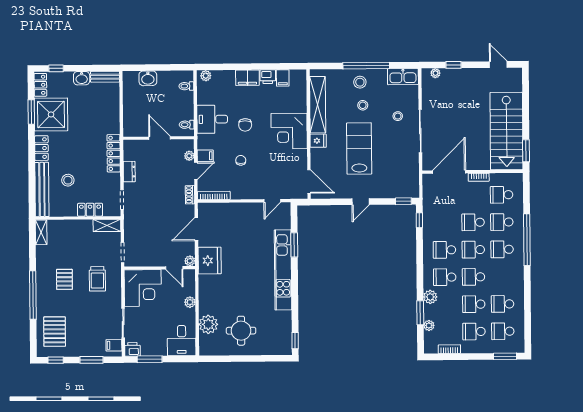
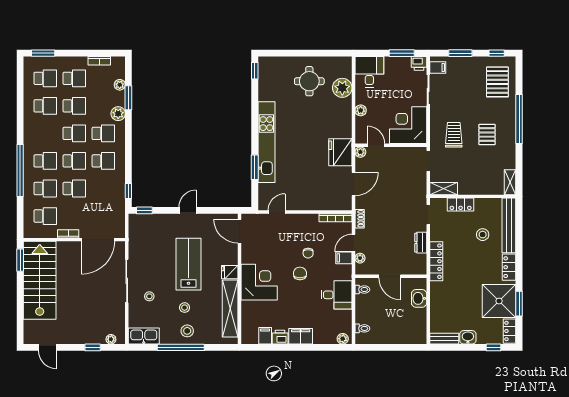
washbasin: (148, 78) -> (419, 298), moved, turned -90
chair: (245, 125) -> (300, 273), moved
lab bench: (359, 148) -> (188, 264), turned 180

